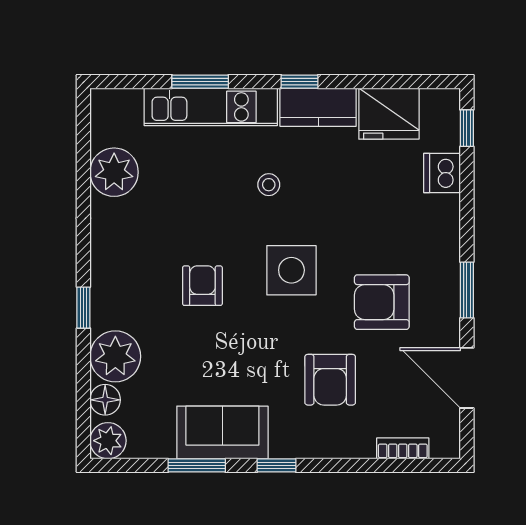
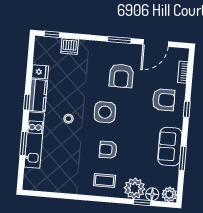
fridge: (389, 114) -> (40, 72), width x0.53, depth x0.75
plant: (114, 172) -> (58, 183), removed
coffee table: (128, 283) -> (105, 181), added
window: (83, 308) -> (142, 202), moved
armchair: (330, 380) -> (164, 100), moved
window: (276, 465) -> (187, 109), moved

